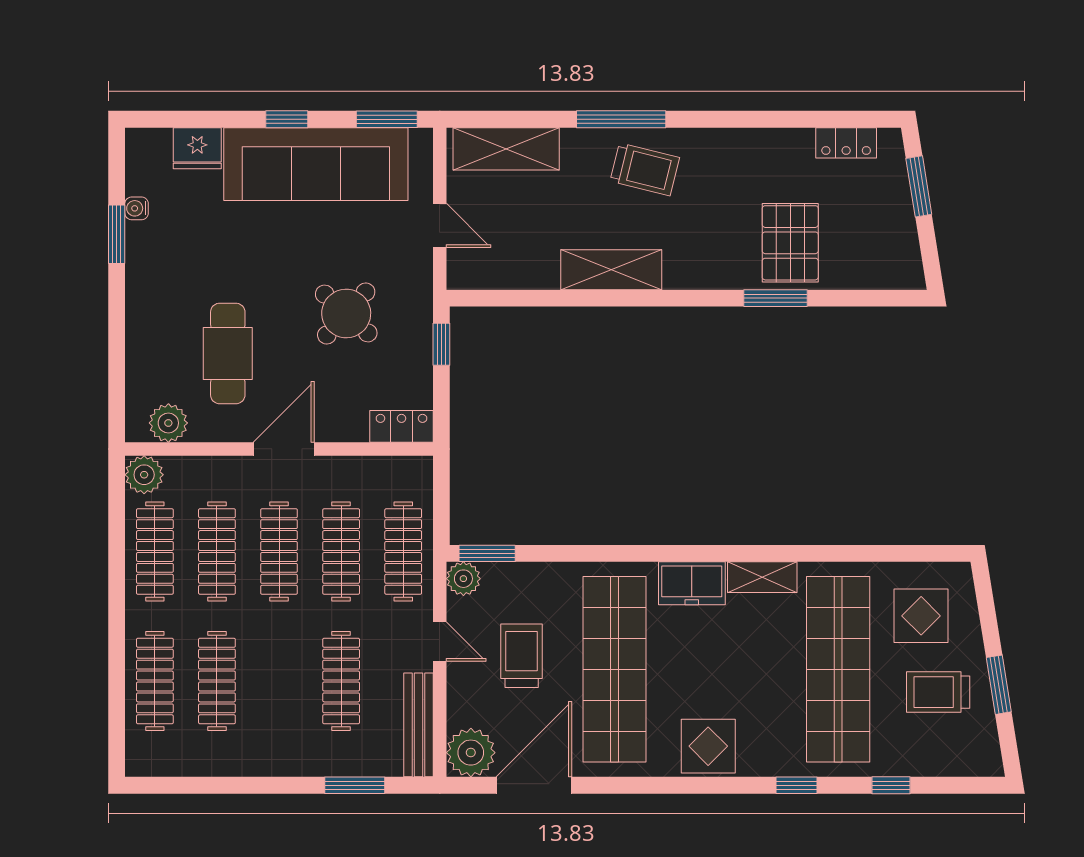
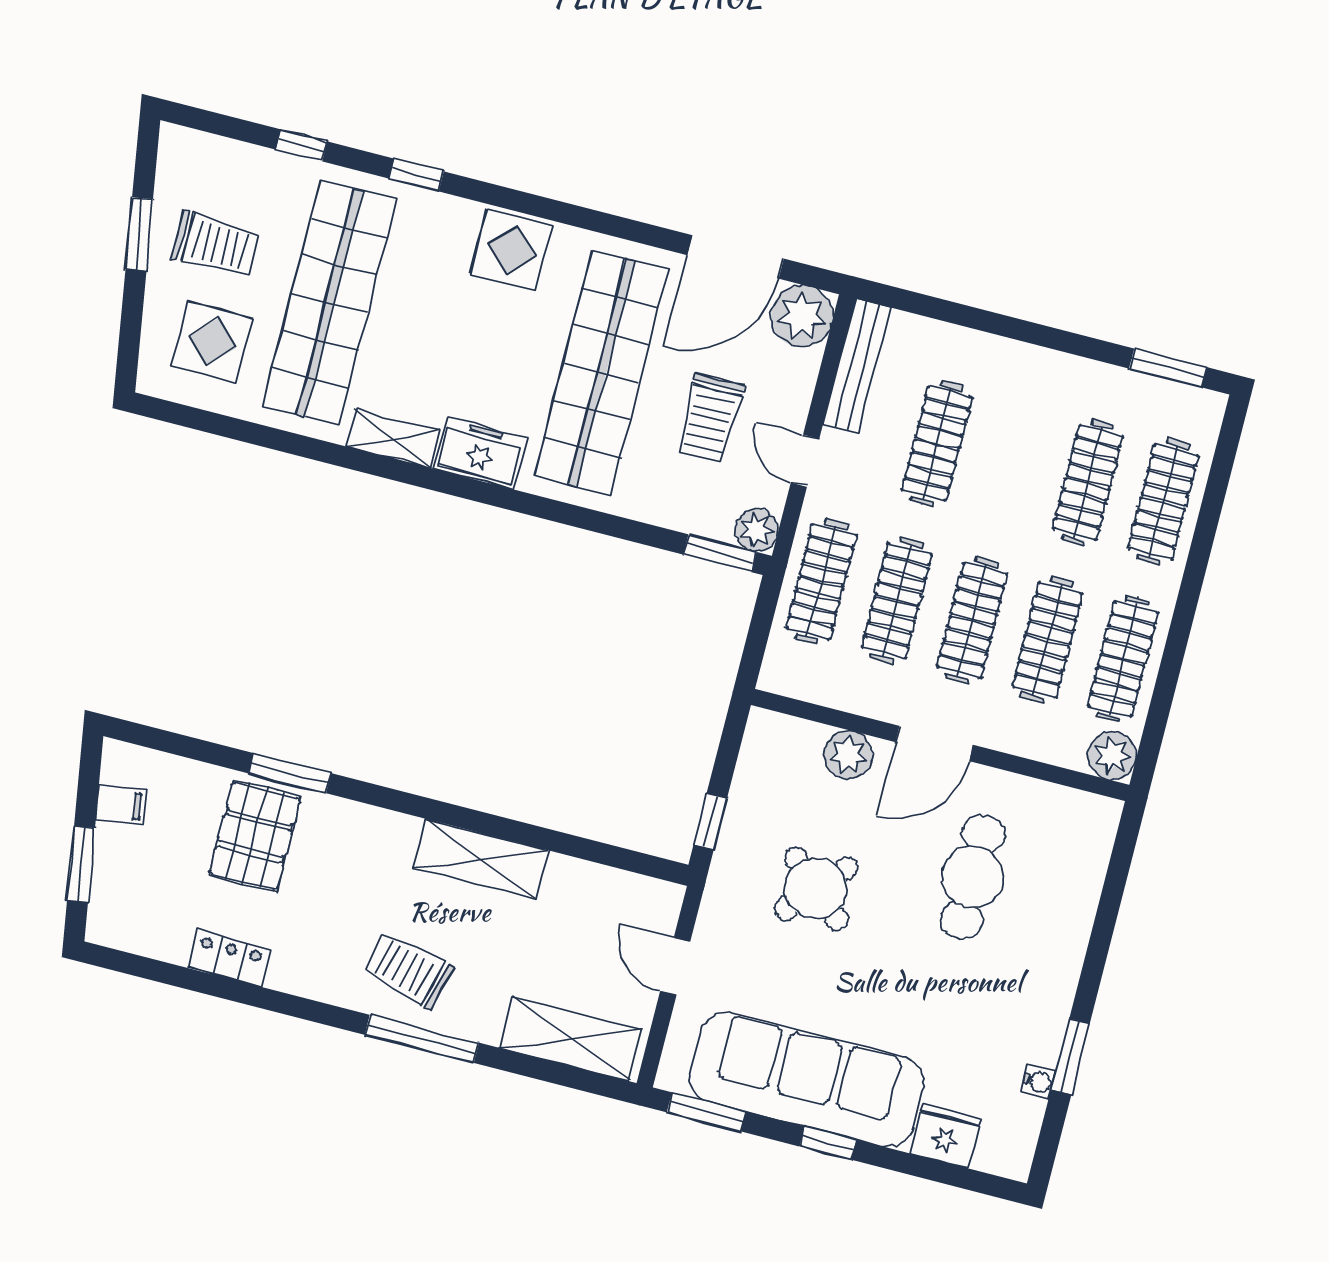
locker: (846, 143) -> (229, 959), moved
filing cabinet: (900, 240) -> (121, 805), added
plant: (168, 423) -> (848, 755), moved
locker: (402, 426) -> (784, 734), removed
window: (355, 785) -> (1168, 368), moved

